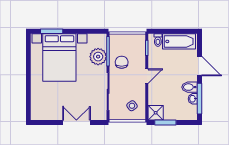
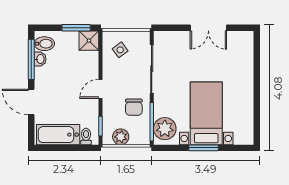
window: (52, 31) -> (203, 148), moved
plant: (132, 40) -> (121, 137), added
plant: (98, 57) -> (165, 129), moved
bed with nightstands: (59, 58) -> (206, 113), width x0.73
bidet: (189, 87) -> (44, 44), moved
double door: (76, 123) -> (208, 28), moved

